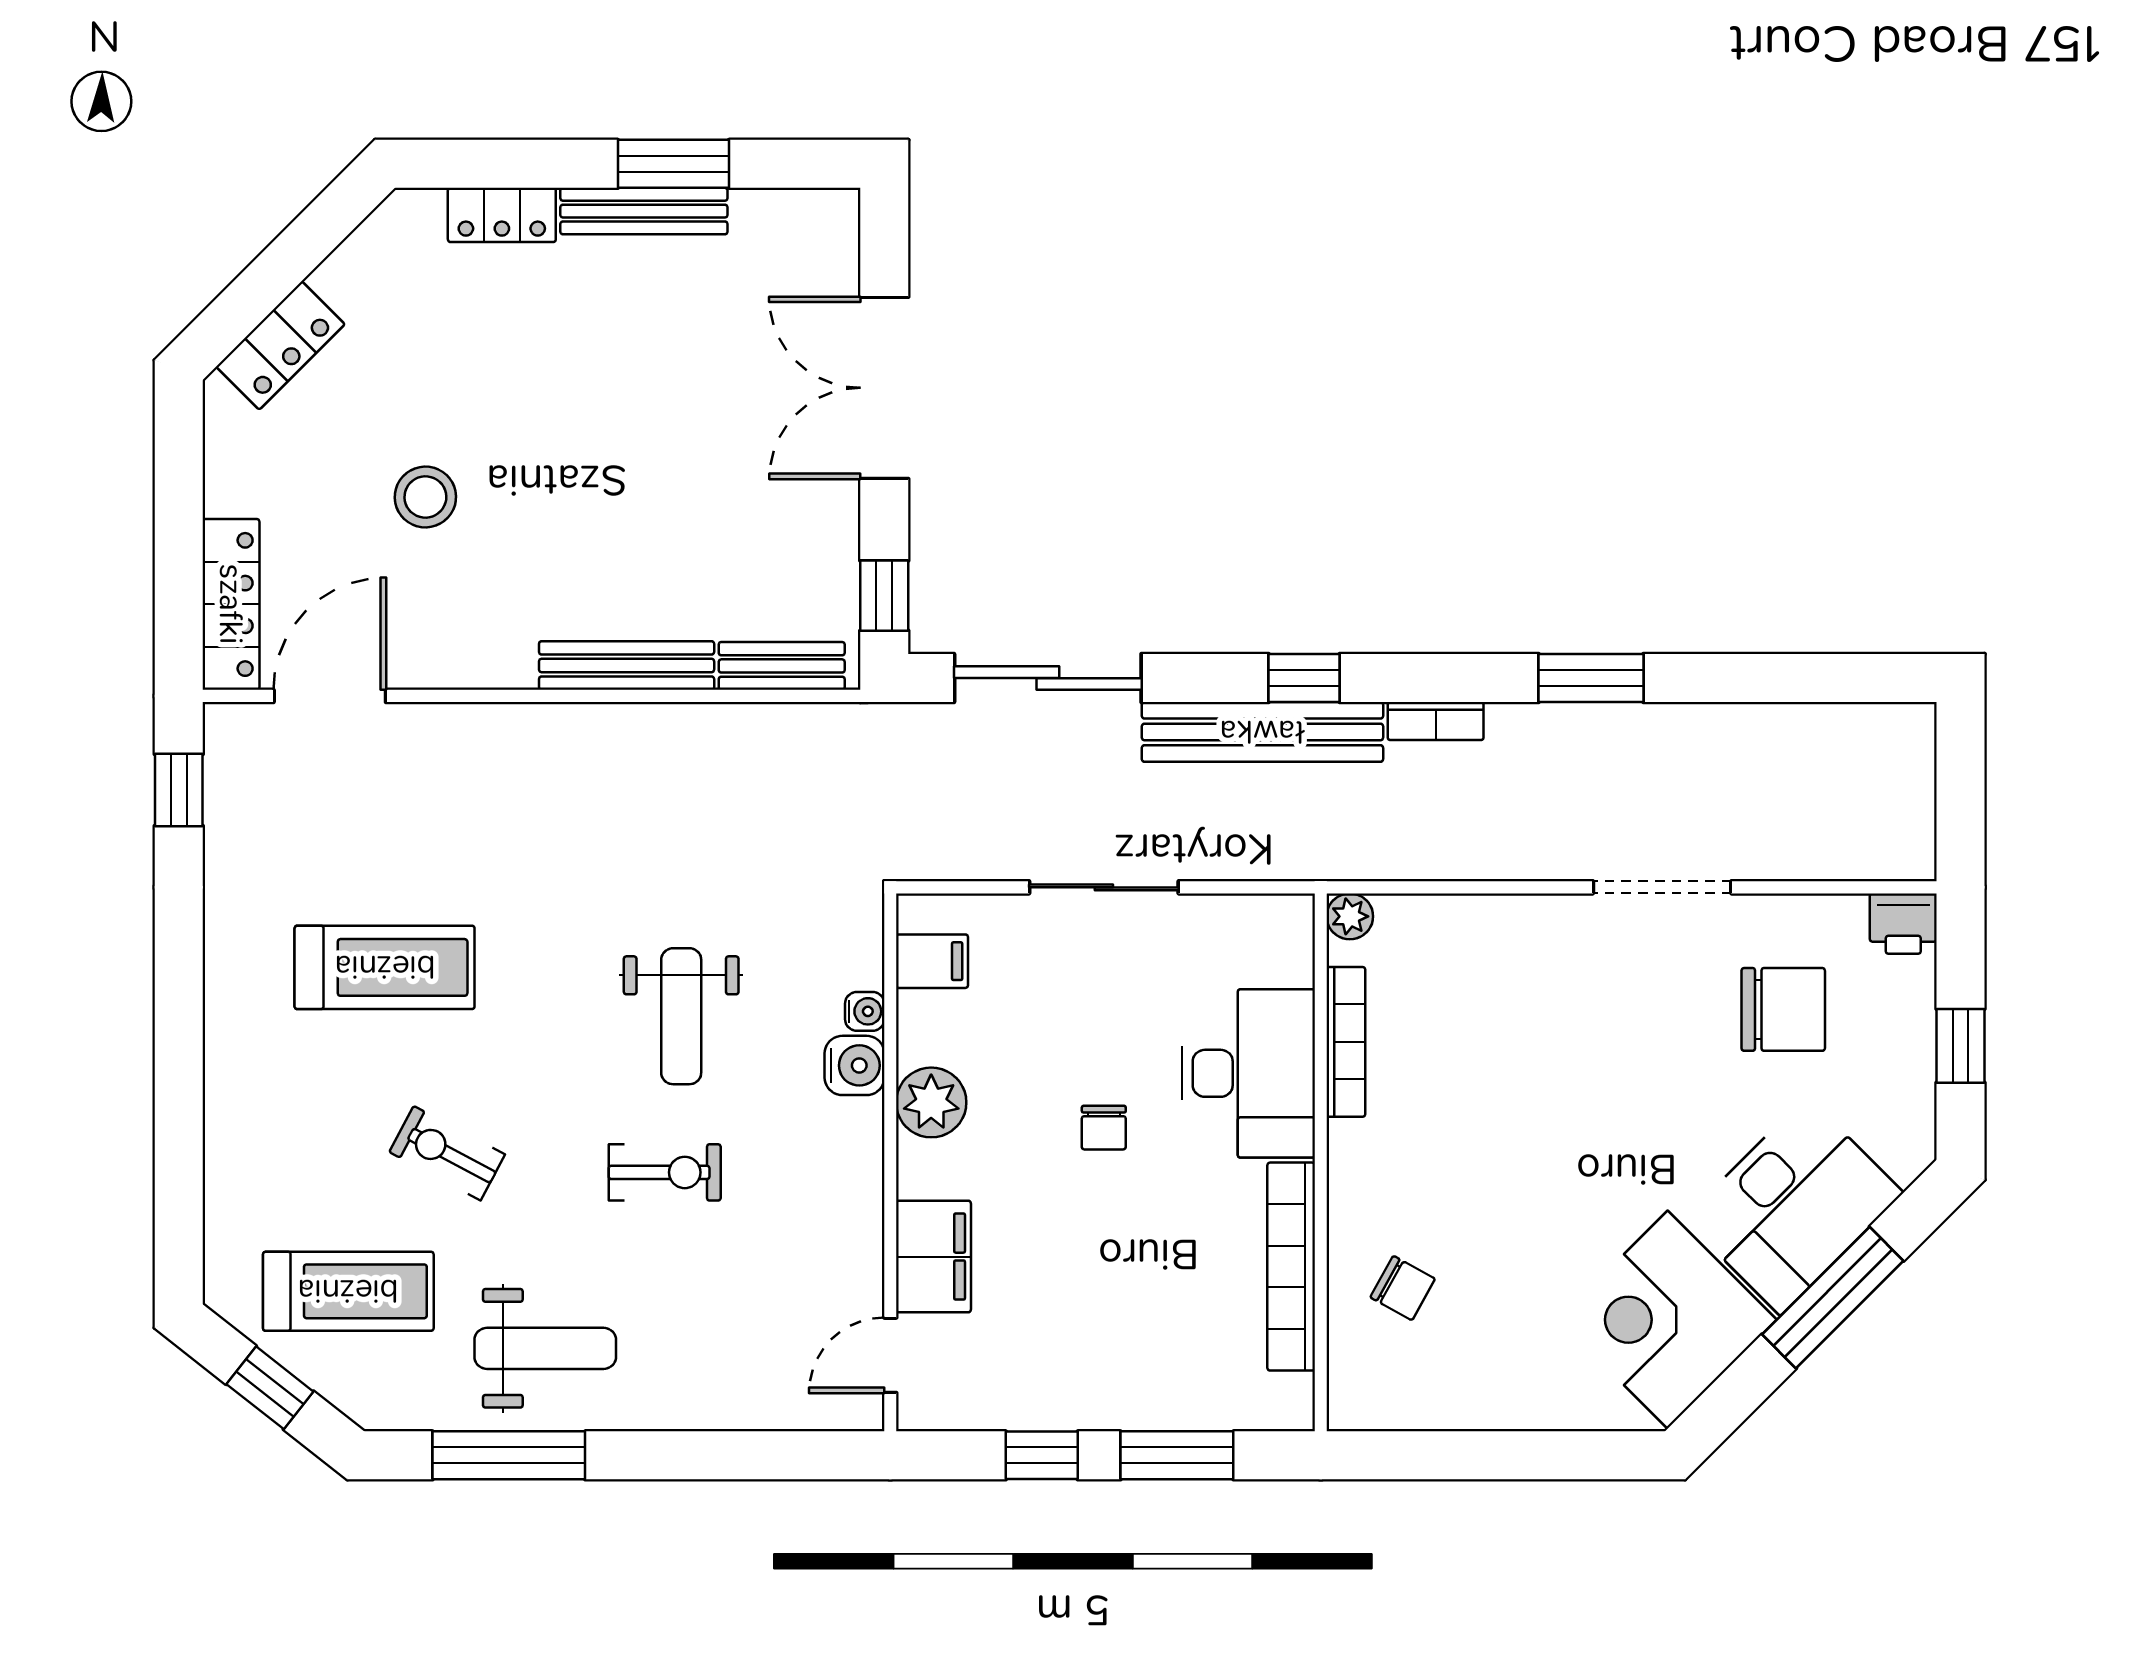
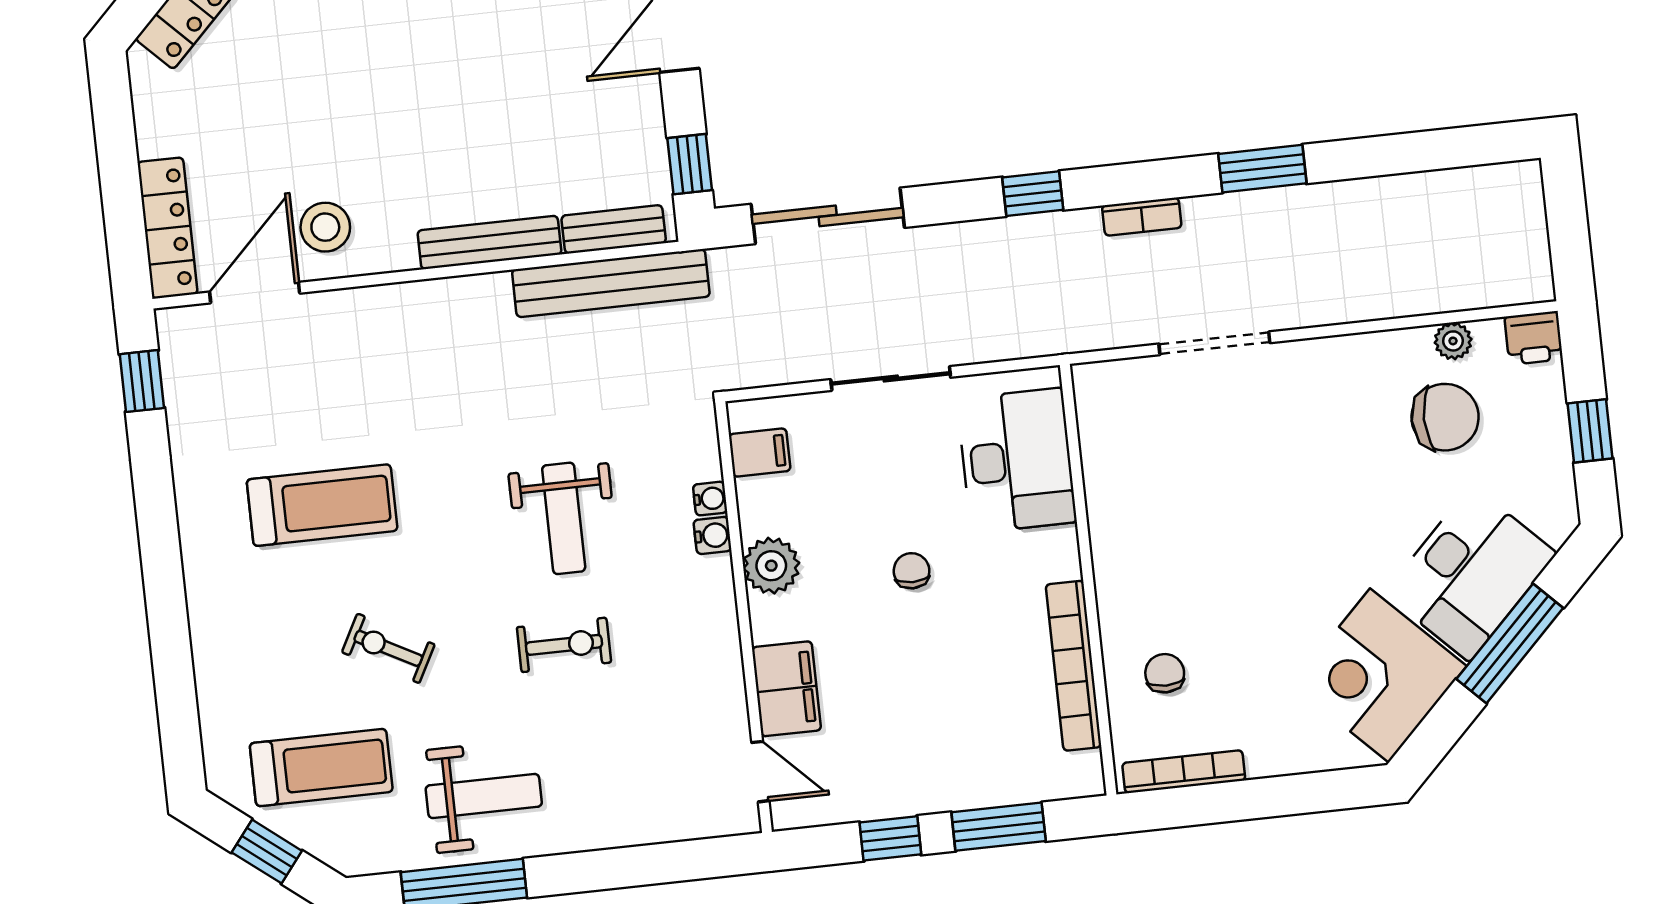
stool: (425, 497) -> (325, 227), moved
bench: (1262, 732) -> (611, 283), moved
doorway: (1662, 887) -> (1214, 343), moved
plant: (1350, 916) -> (1453, 341), moved
bookcase: (1346, 1042) -> (1184, 772), moved, turned -90
water cooler: (854, 1065) -> (713, 535), width x0.72, depth x0.72
desk: (1248, 1073) -> (1017, 460), moved
chair: (1104, 1128) -> (912, 571), turned 180
chair: (1403, 1288) -> (1165, 673), turned -119
door: (890, 1355) -> (760, 772), swing flipped

